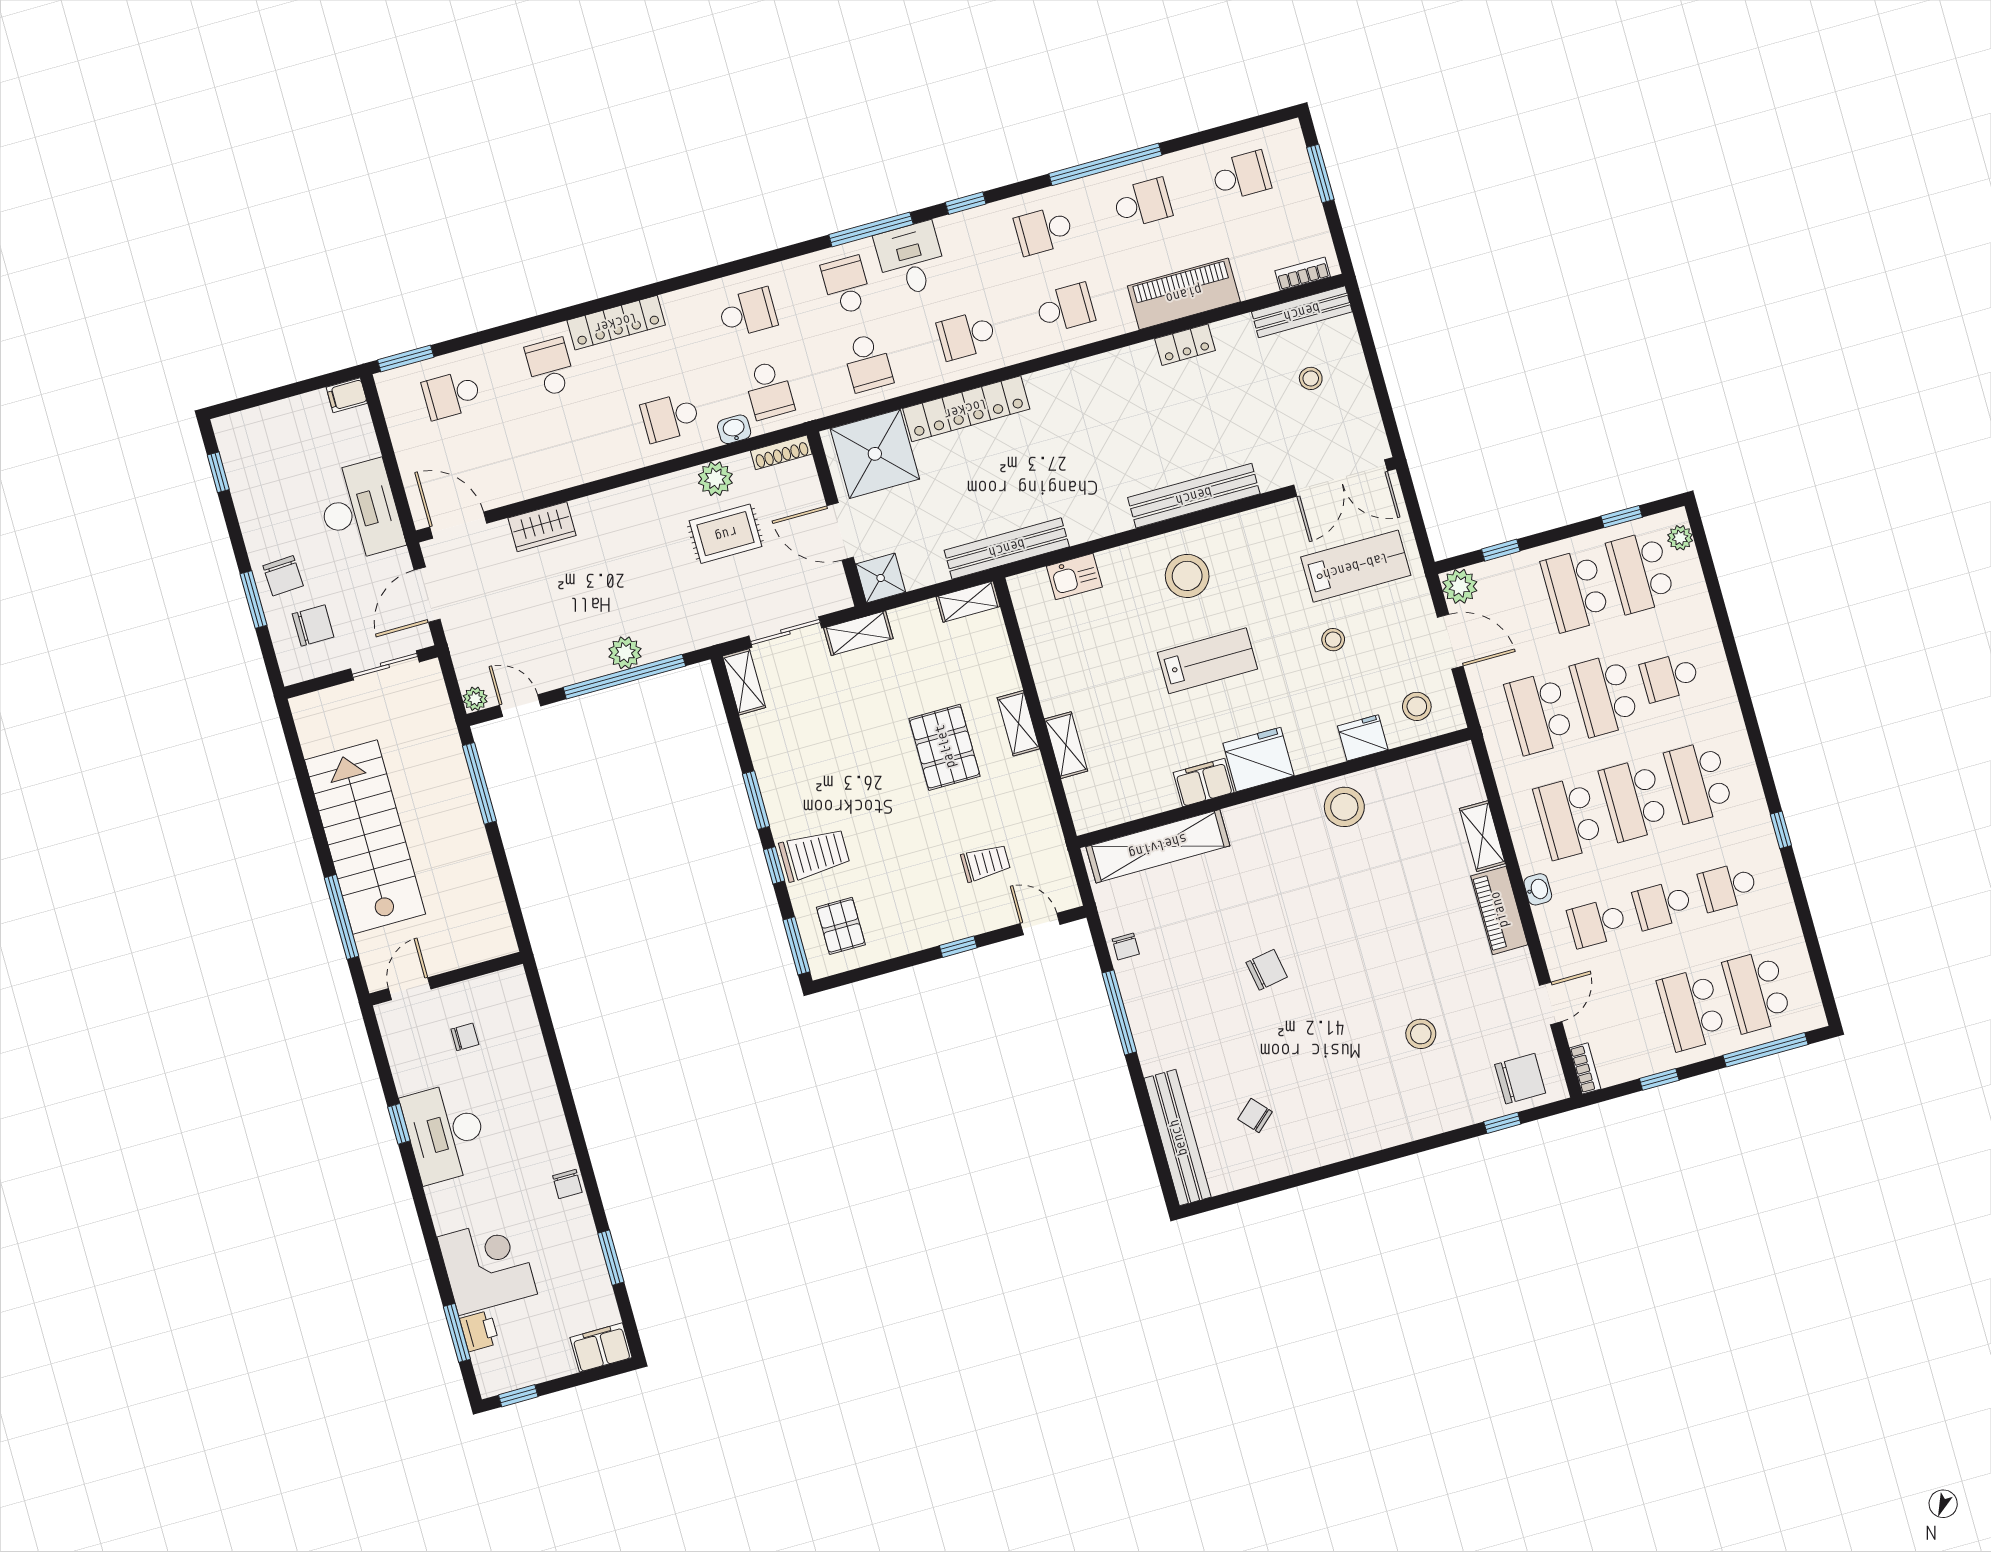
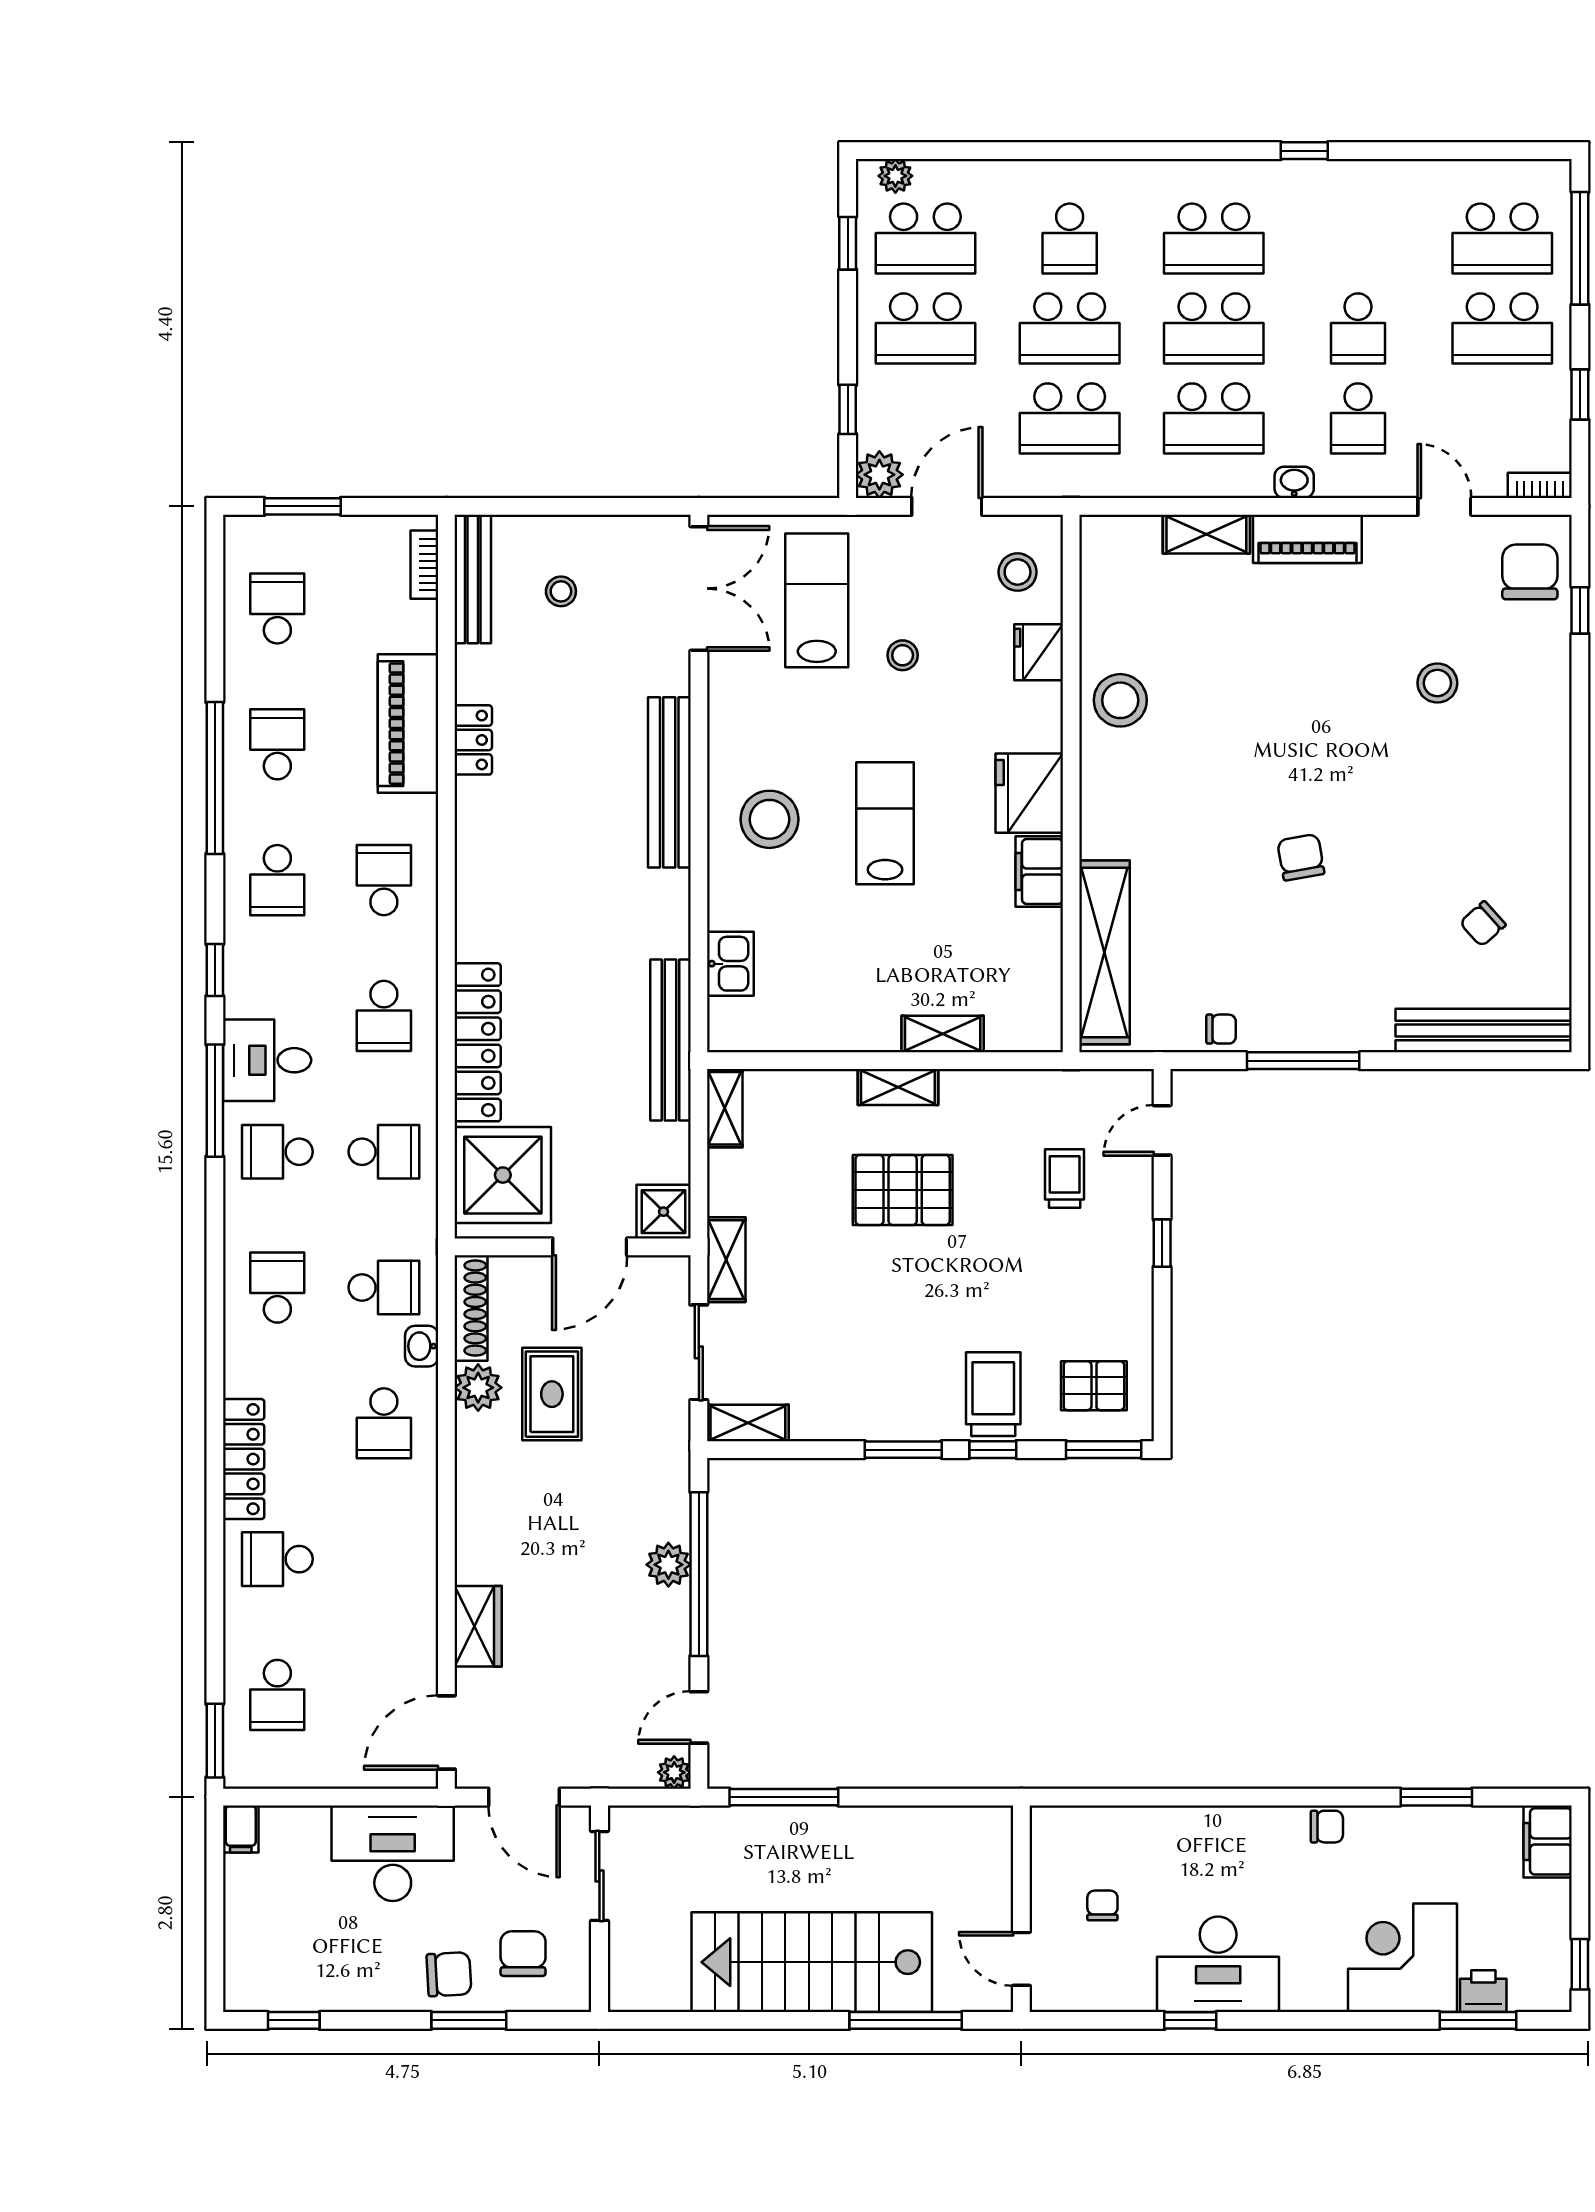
shoe rack: (781, 452) -> (471, 1308), width x1.36, depth x1.24
school desk: (1728, 887) -> (1358, 239), removed

